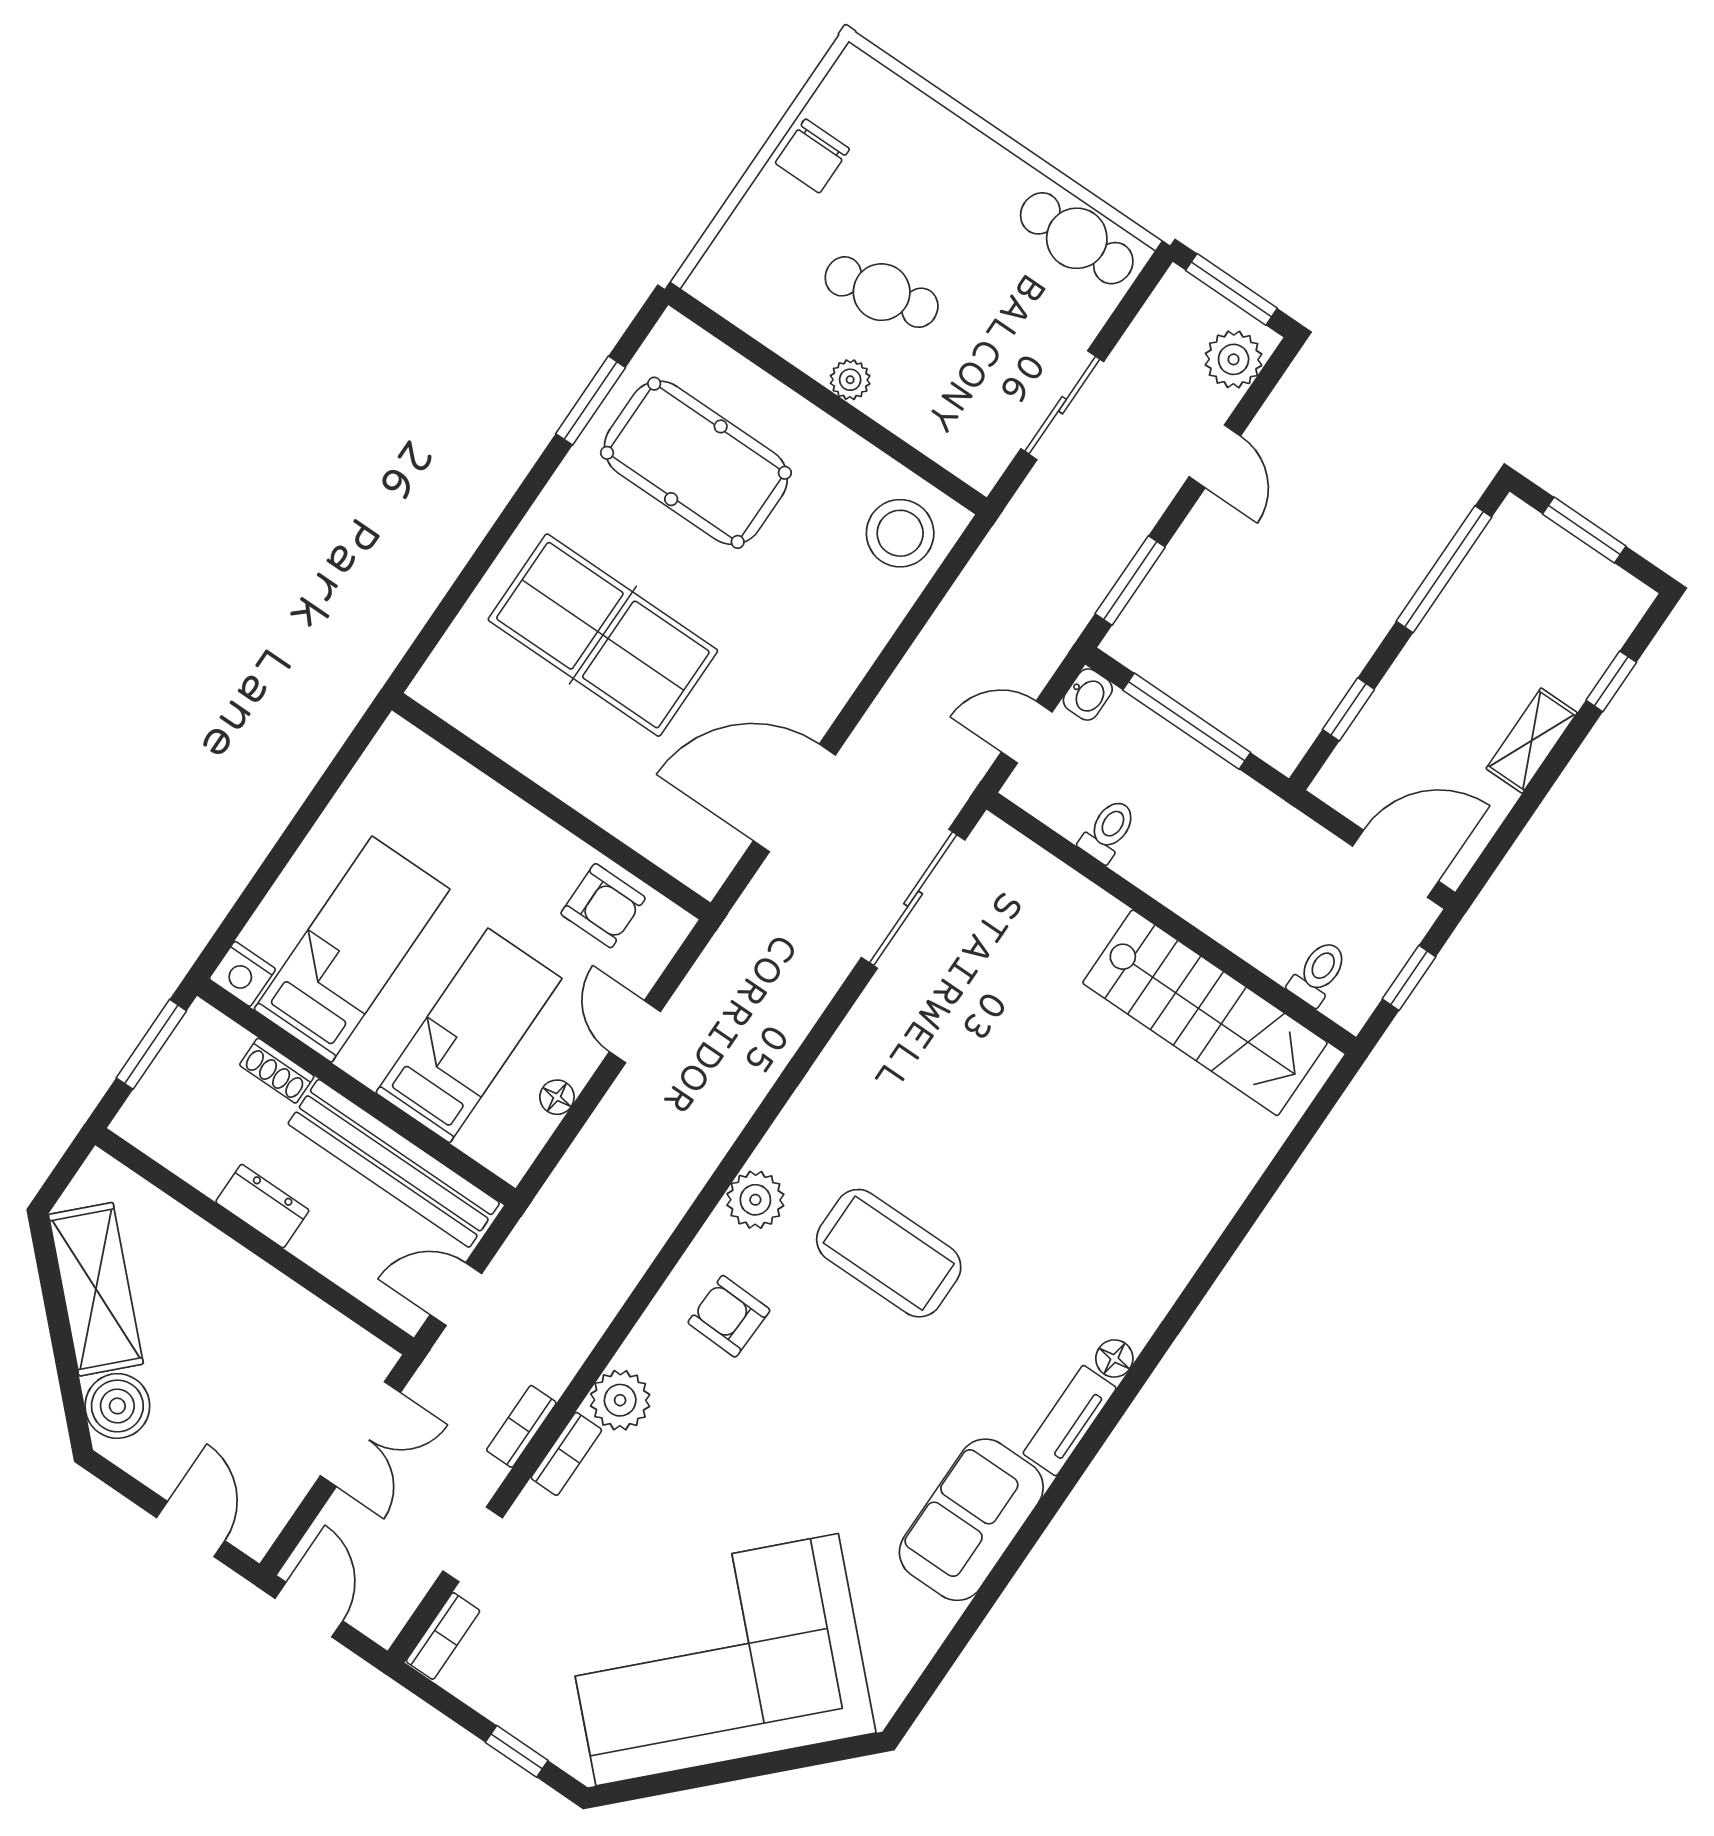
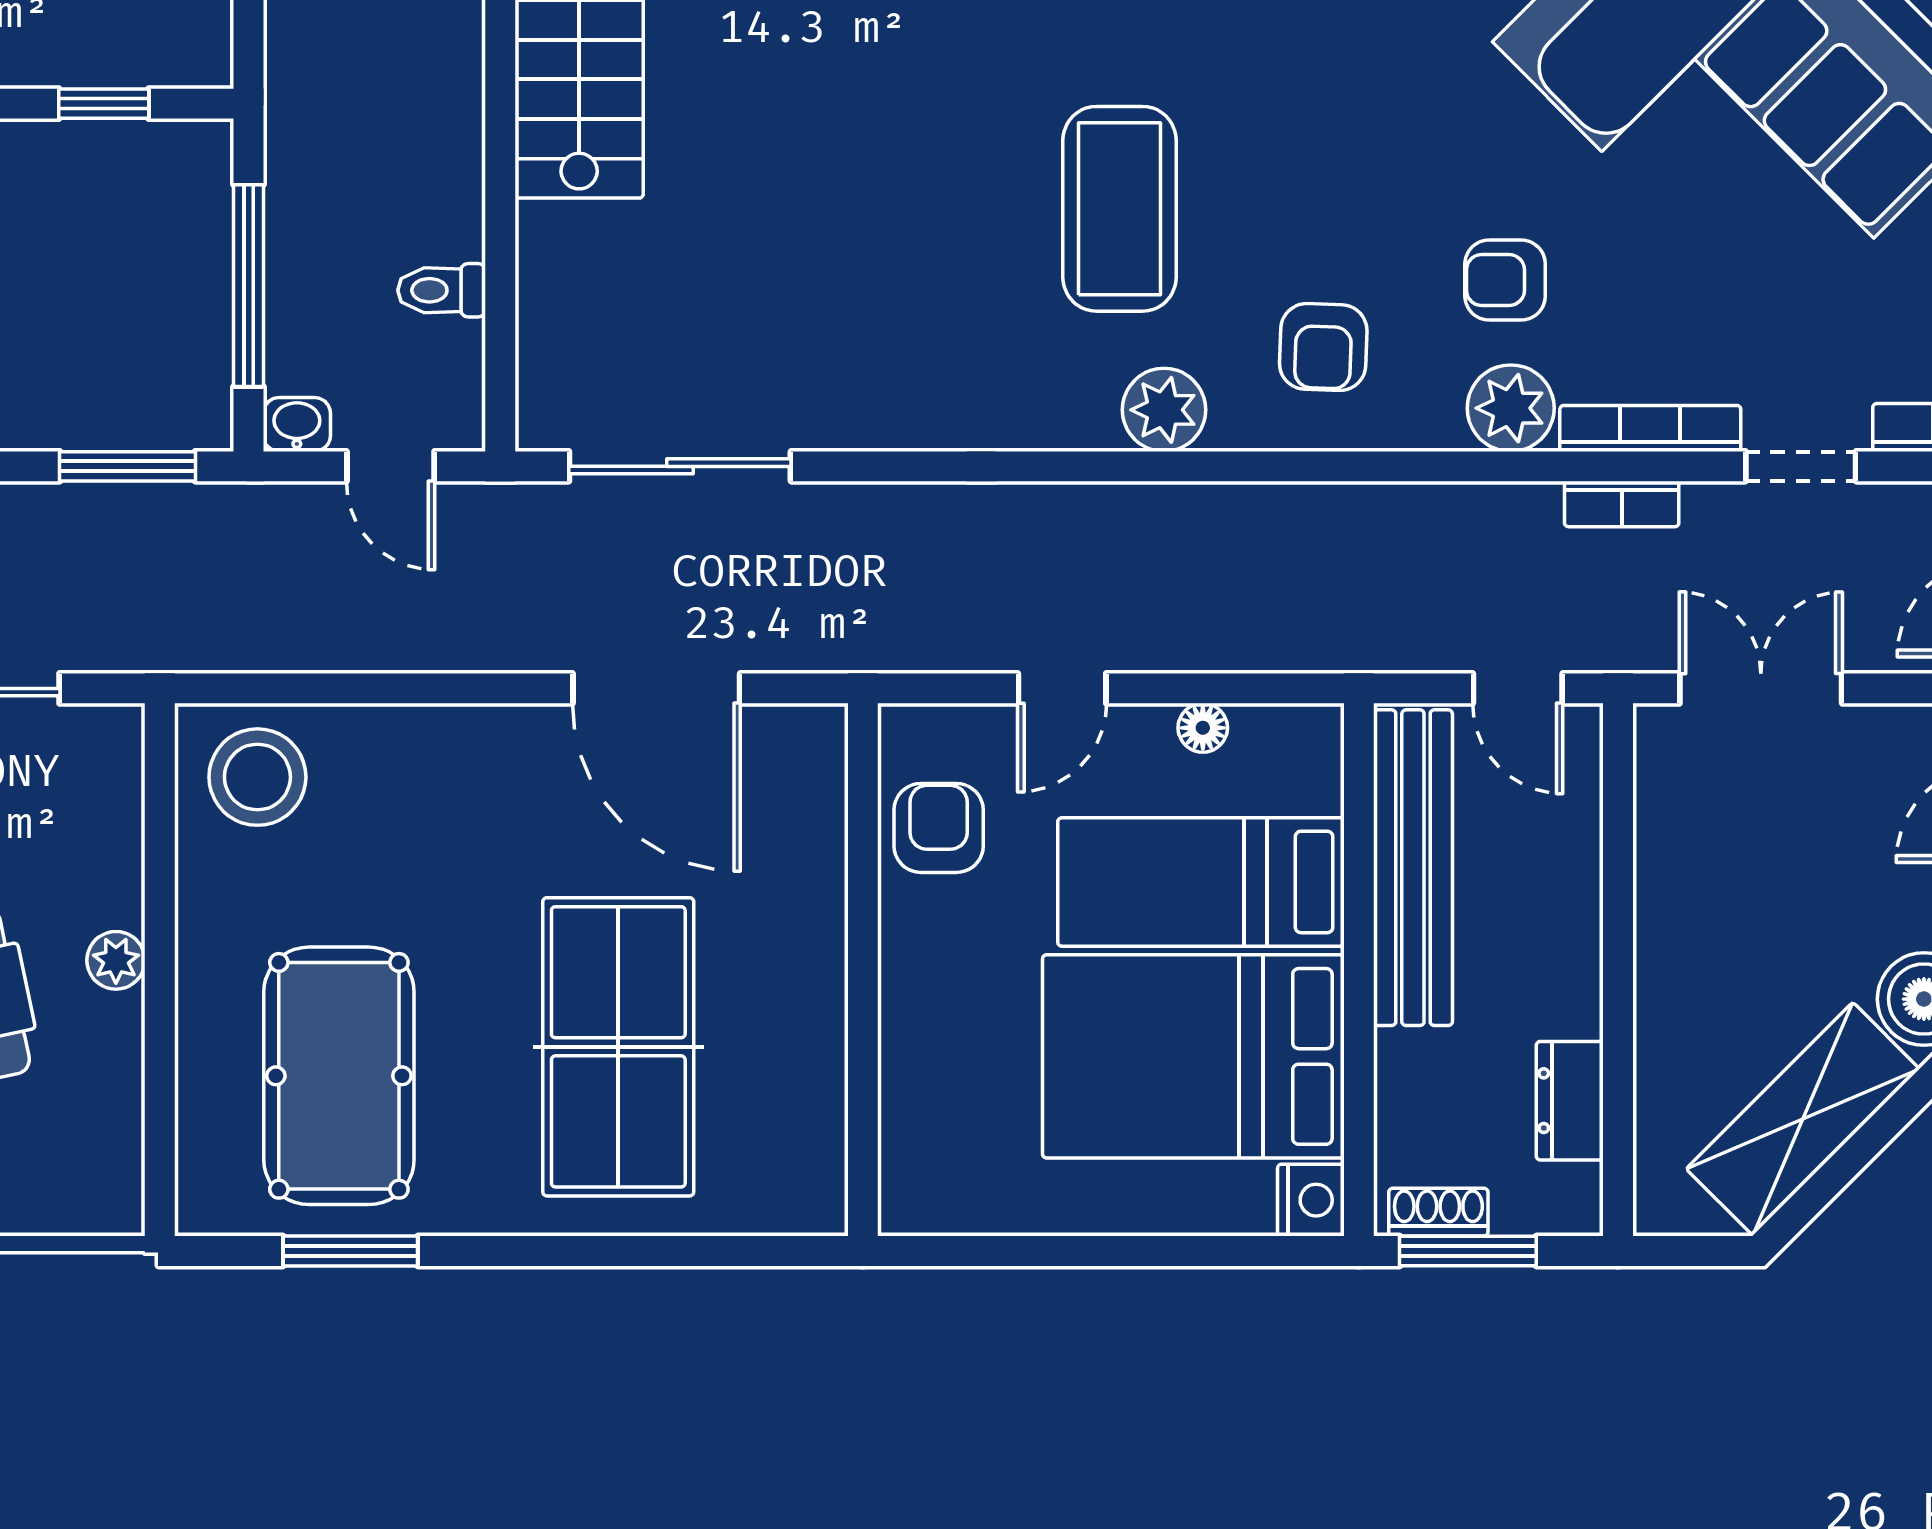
bed: (352, 949) -> (1193, 1056), width x1.50
shoe rack: (277, 1071) -> (1438, 1212), moved, turned -90
dresser: (262, 1206) -> (1570, 1101), moved
armchair: (696, 1447) -> (1505, 280), added
bookcase: (566, 1454) -> (1650, 428), width x1.56

